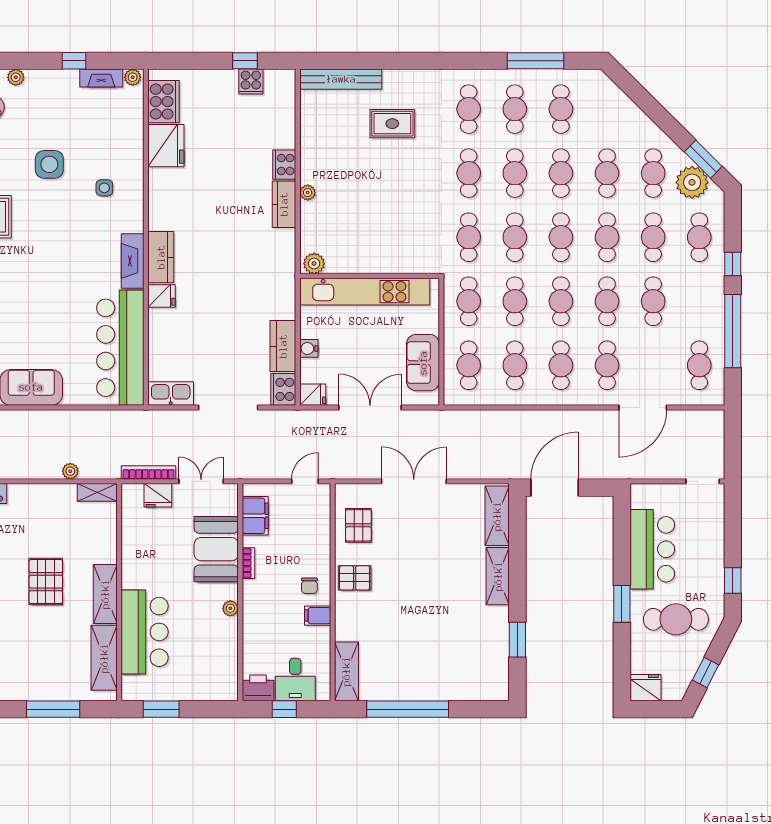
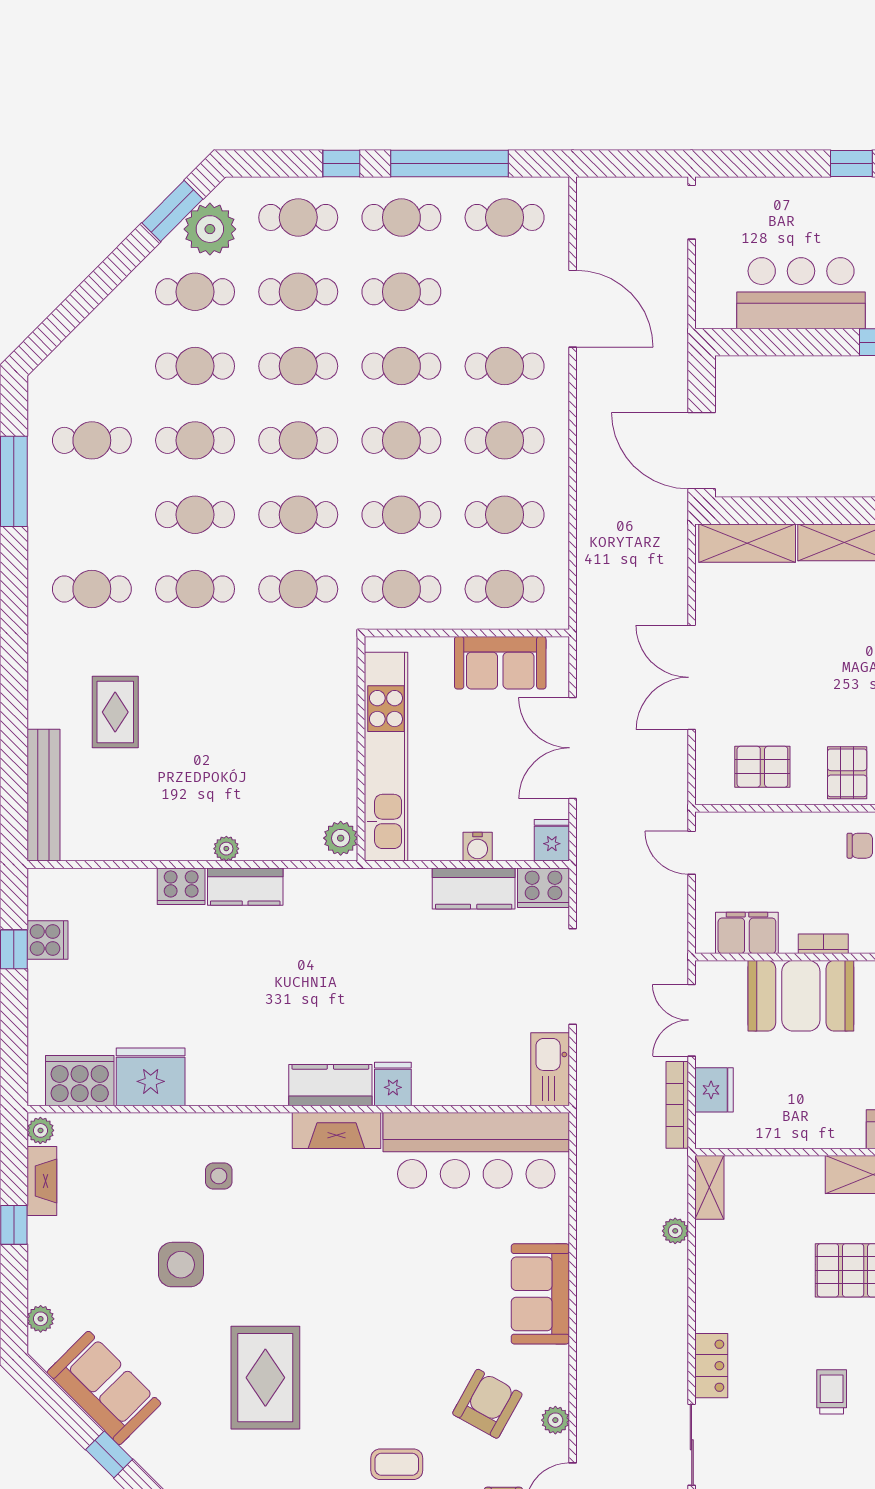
cafe table: (515, 109) -> (401, 217), moved

